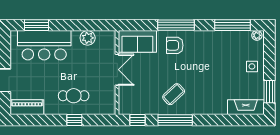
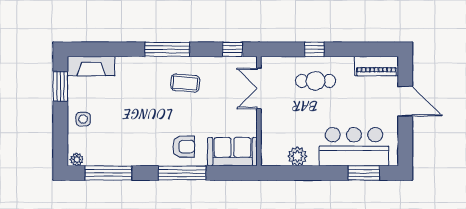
double door: (117, 70) -> (259, 88), moved
coffee table: (174, 94) -> (185, 83), turned 48
window: (175, 120) -> (167, 49), moved

